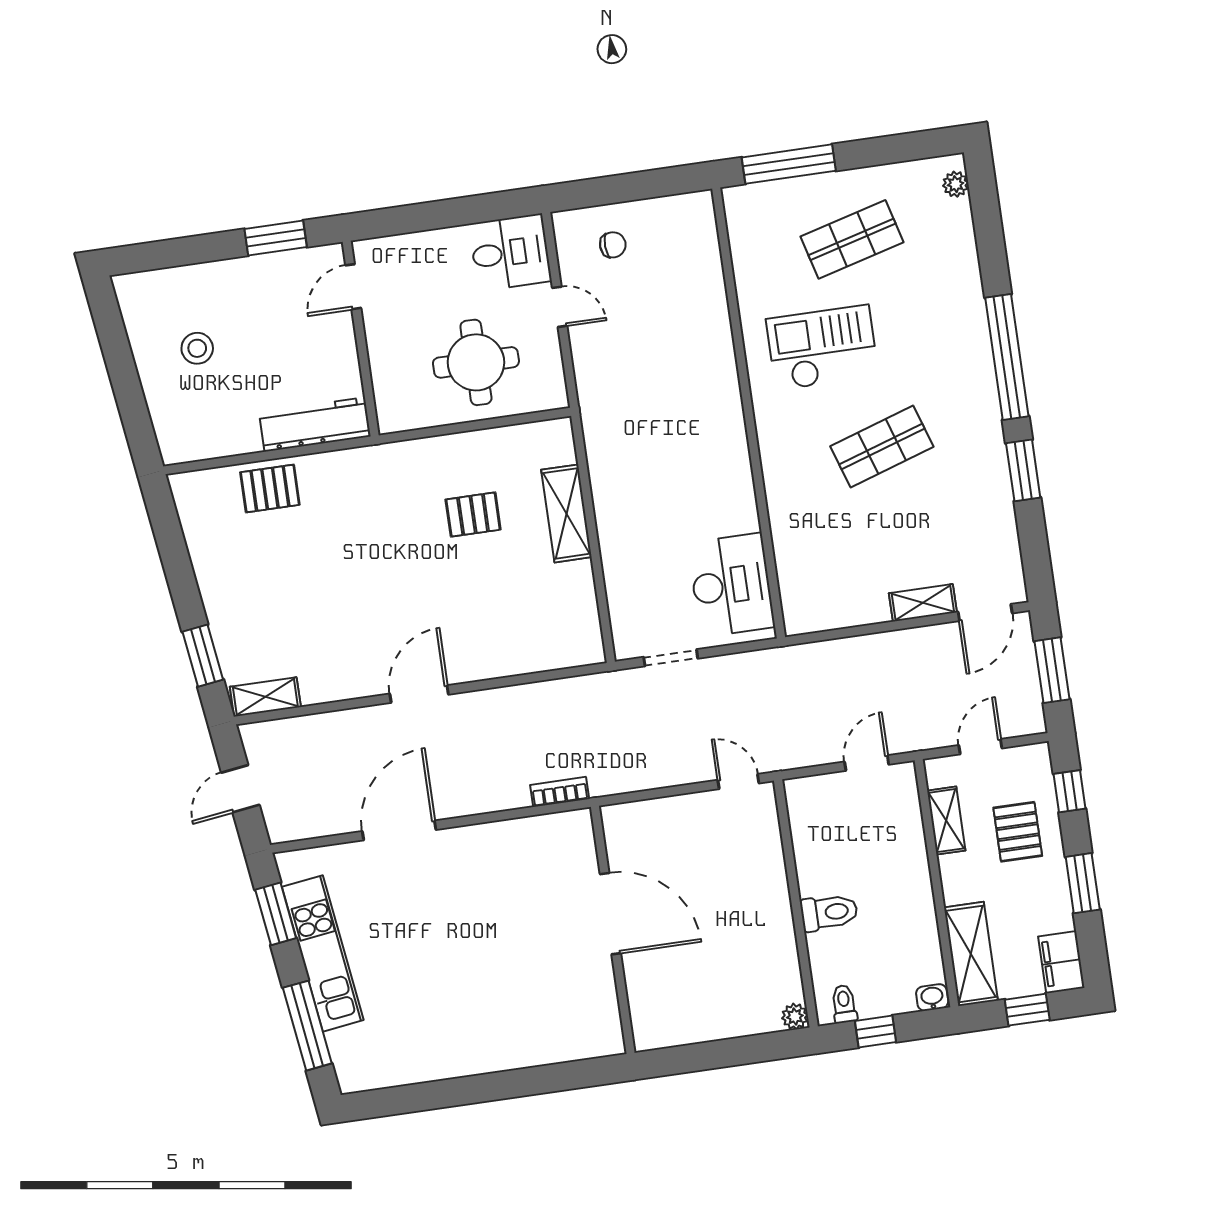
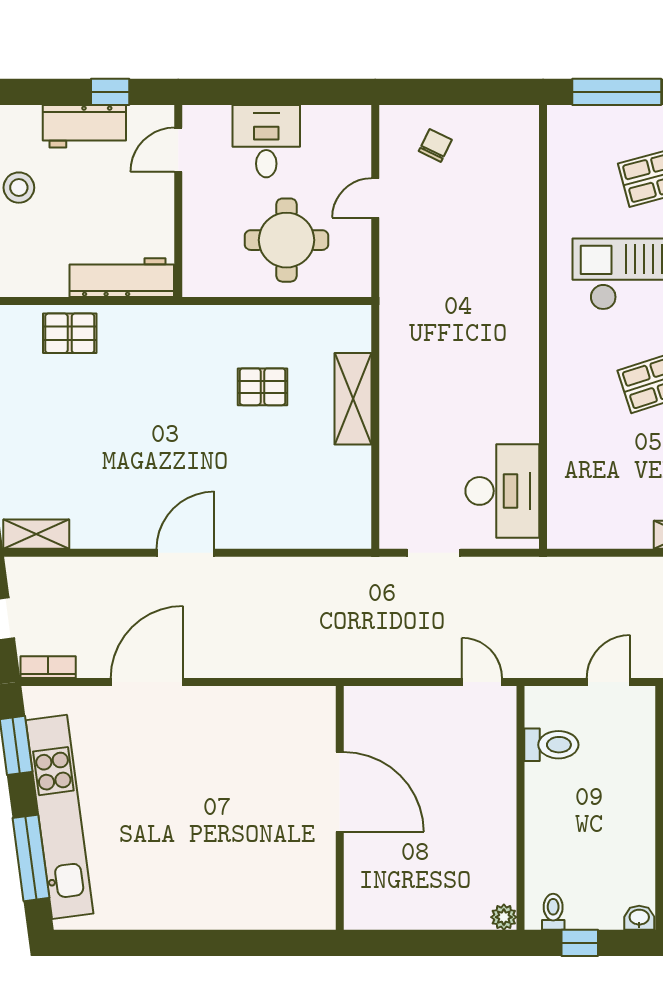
window: (276, 238) -> (110, 92), width x0.67
chair: (613, 245) -> (435, 145), turned -62
desk: (510, 252) -> (266, 141), moved, turned -90
workbench: (255, 277) -> (84, 126), added
door: (560, 307) -> (375, 198), swing flipped
bookcase: (560, 792) -> (48, 667), moved
toilet: (829, 912) -> (551, 745), moved
kitchen unit: (323, 953) -> (59, 817), width x1.36

